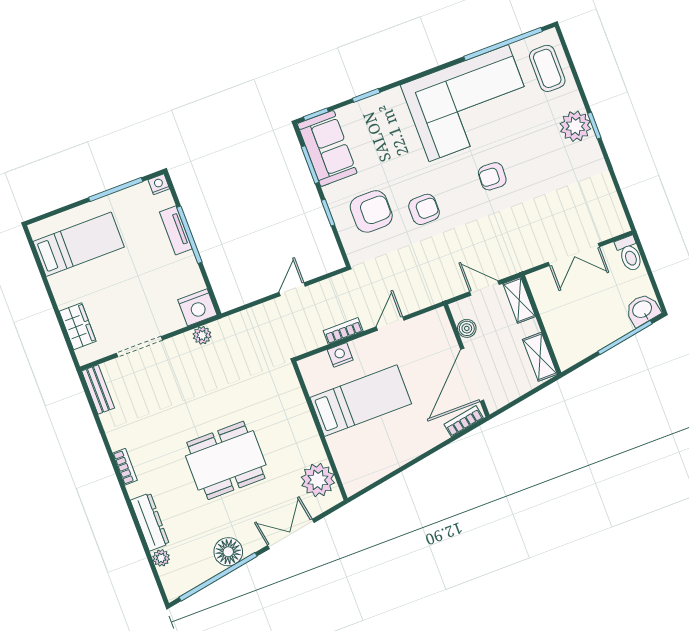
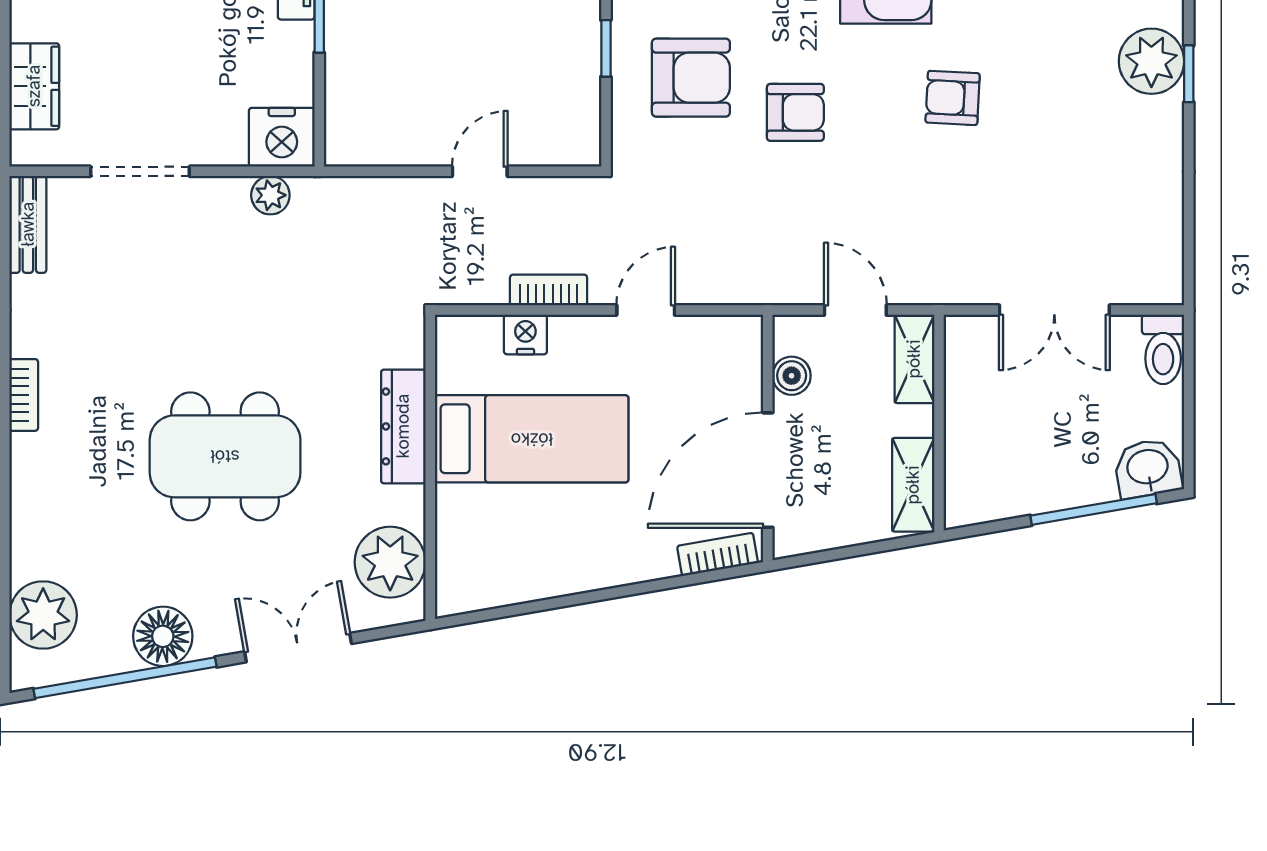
dresser: (150, 522) -> (403, 426), moved, turned 180
plant: (161, 558) -> (43, 615), width x1.88, depth x1.88

